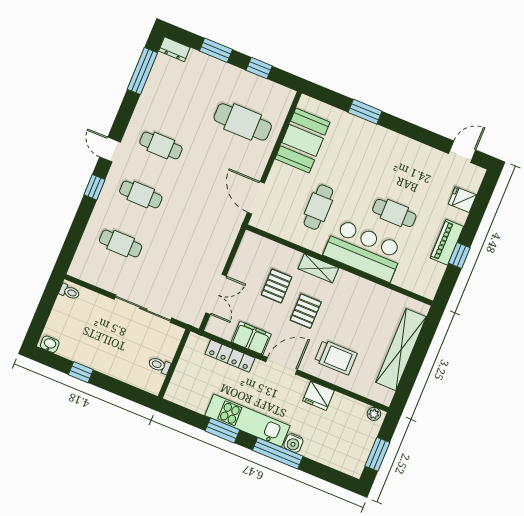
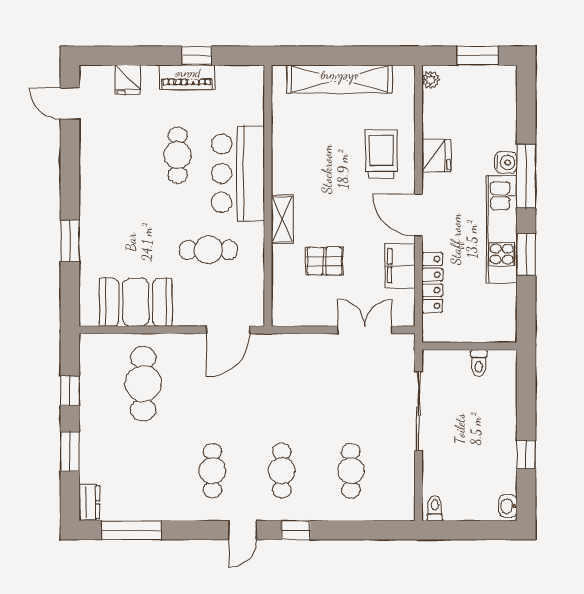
pallet: (306, 311) -> (340, 213), removed

